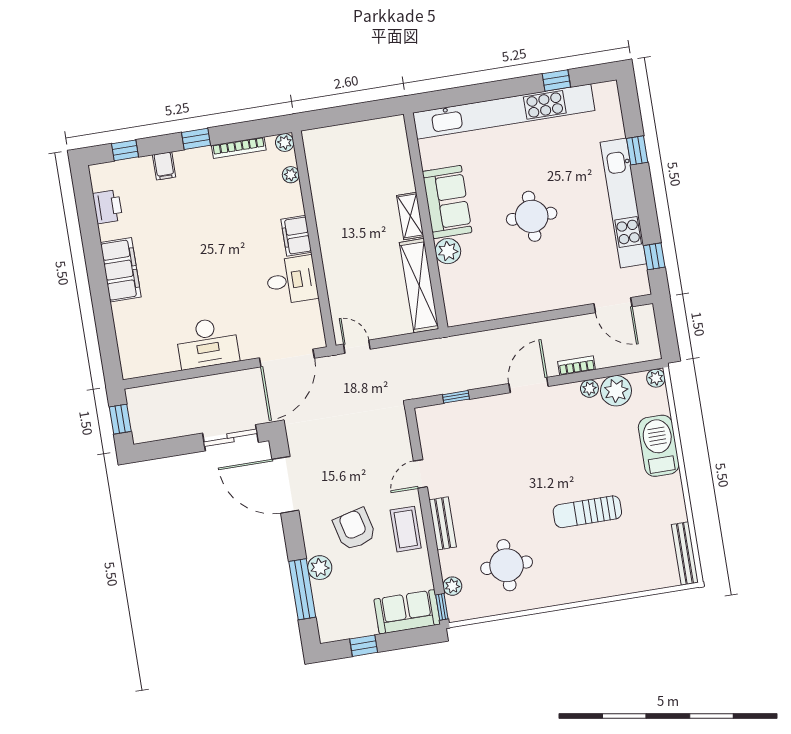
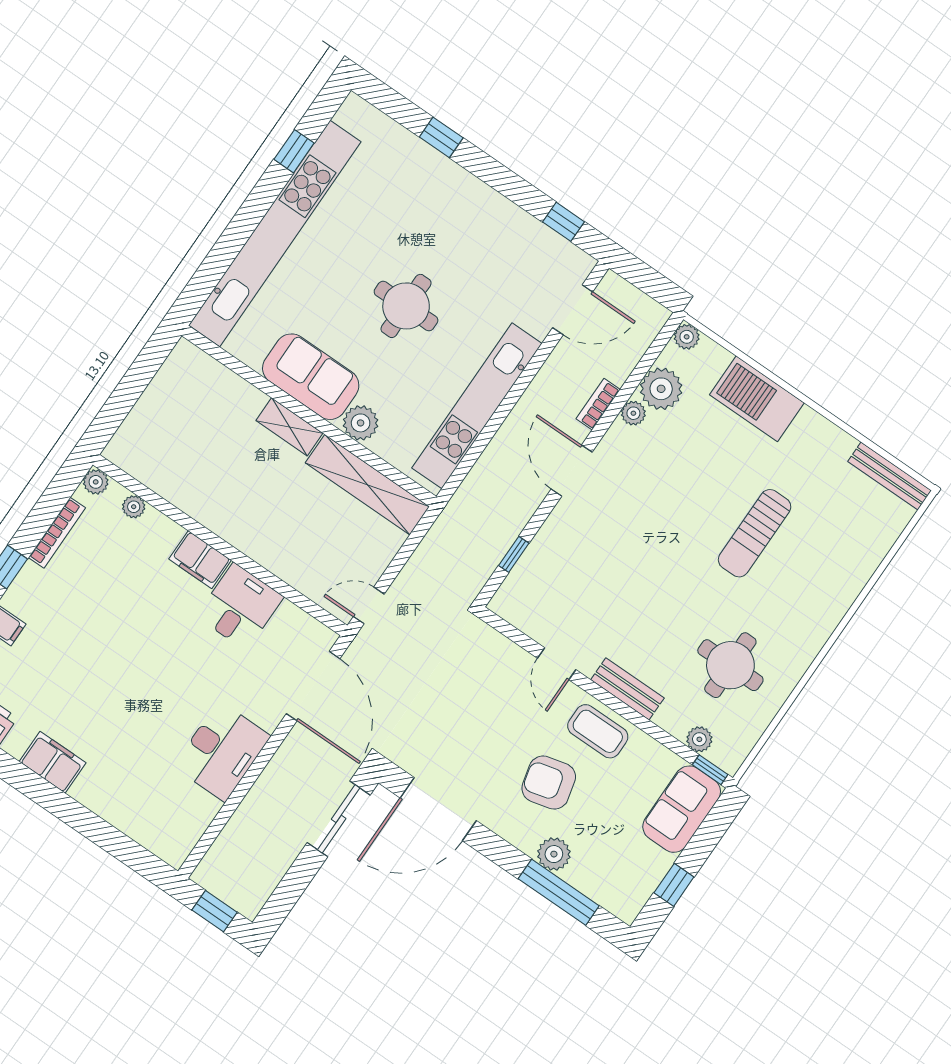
kitchen unit: (623, 203) -> (477, 406), moved, turned 90
filing cabinet: (121, 270) -> (53, 762), width x0.67, depth x0.86

